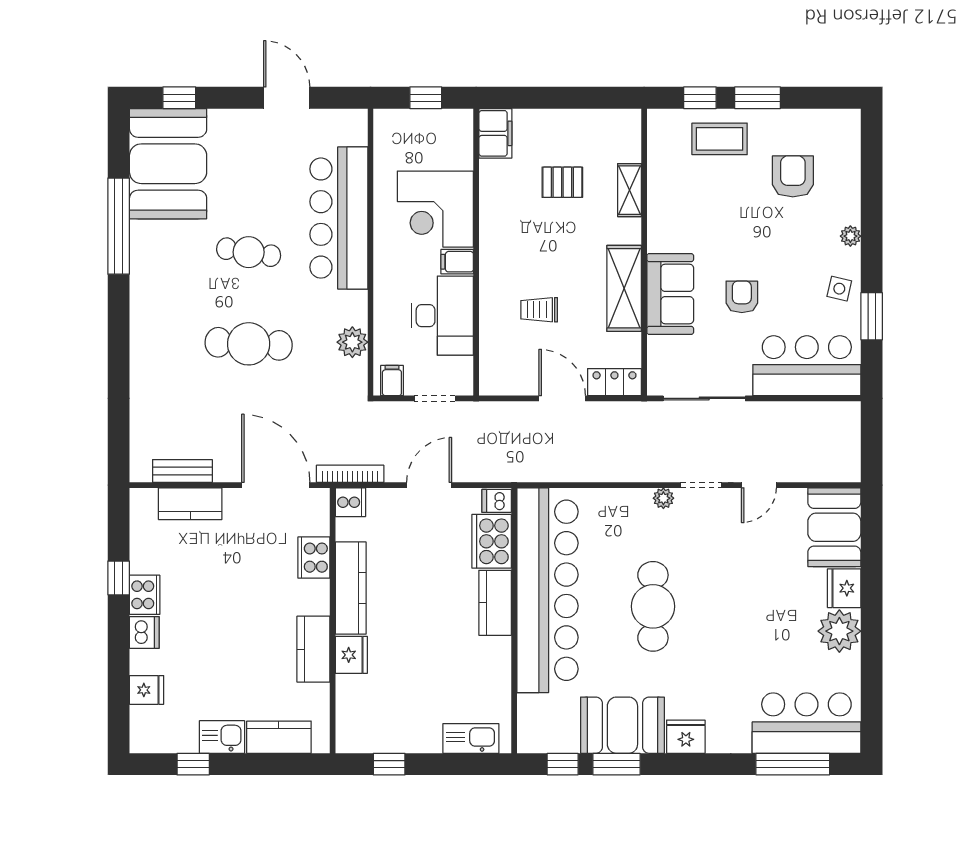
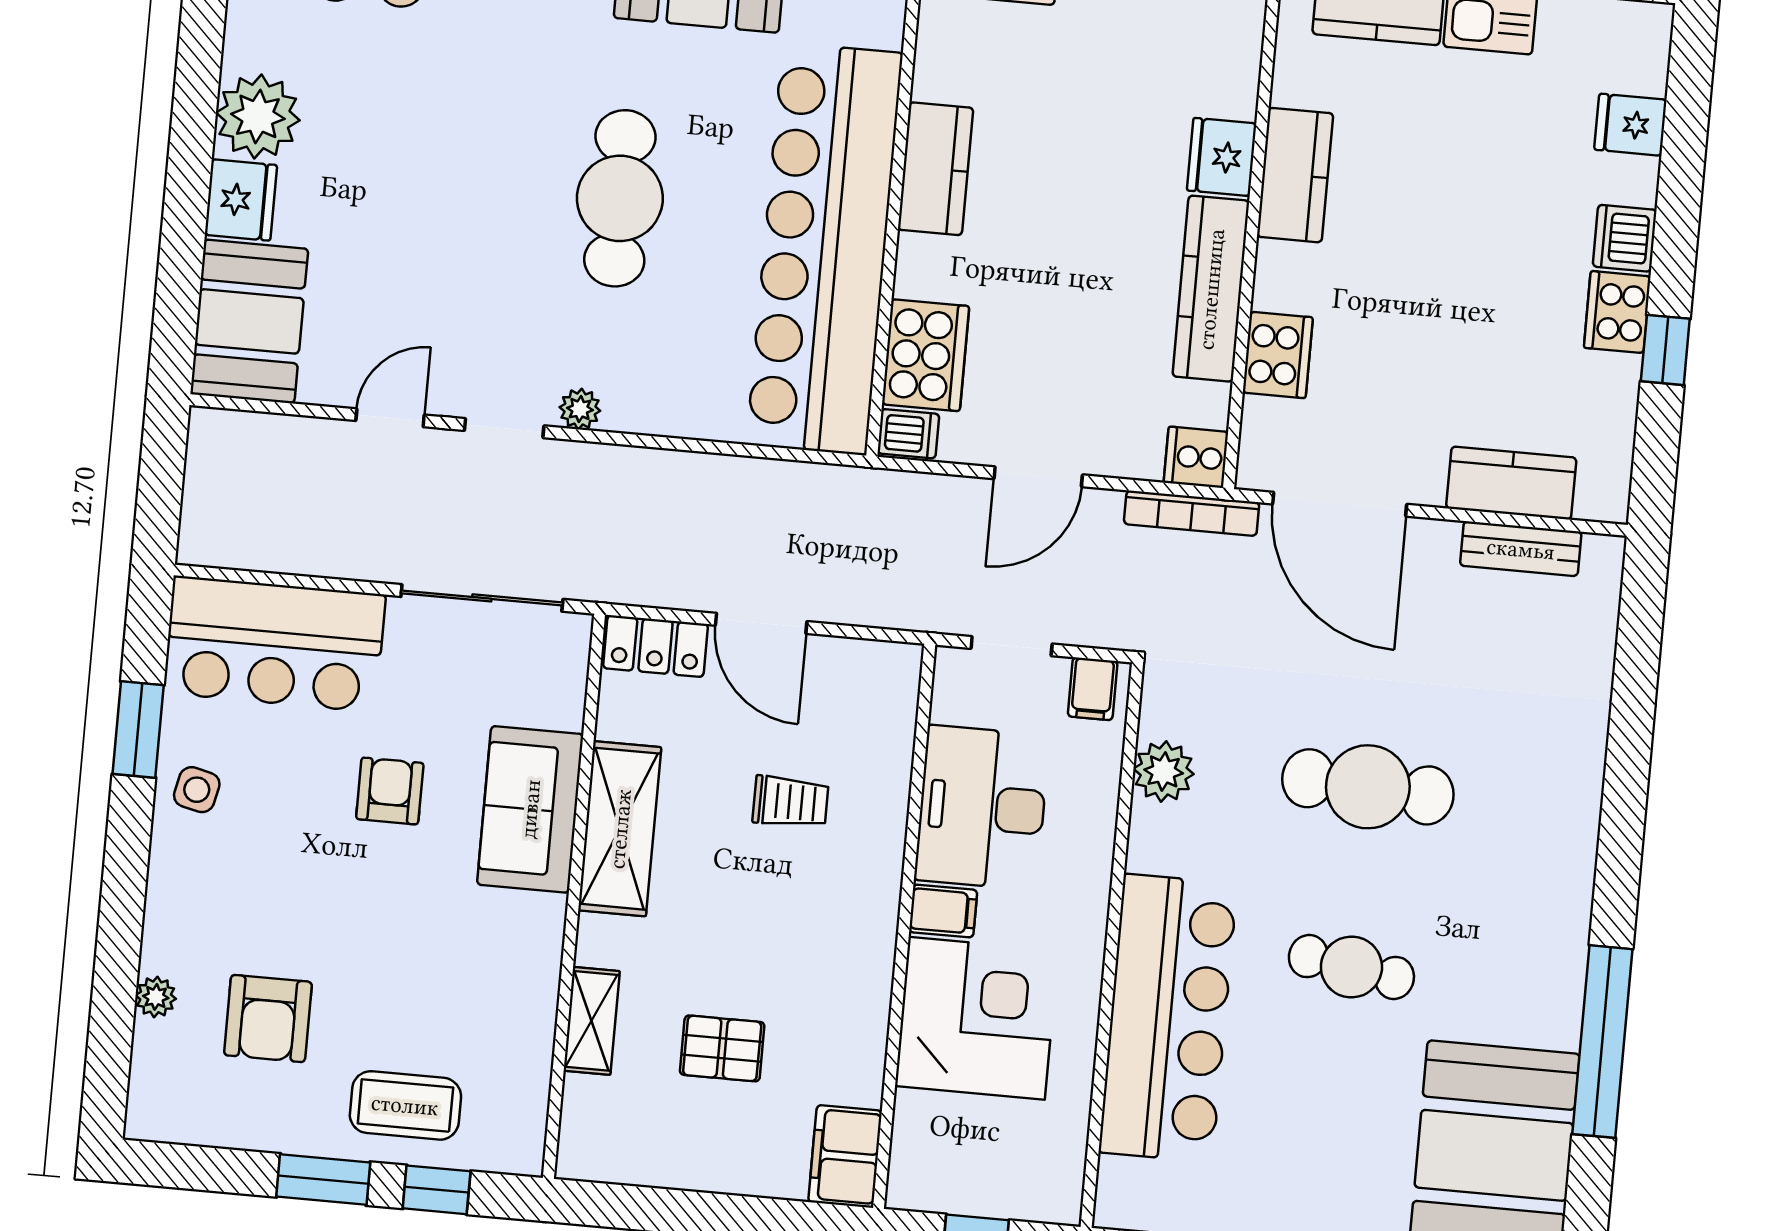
plant: (850, 236) -> (156, 997), moved
armchair: (742, 297) -> (390, 791), turned 180
kitchen counter: (495, 603) -> (936, 169), moved

